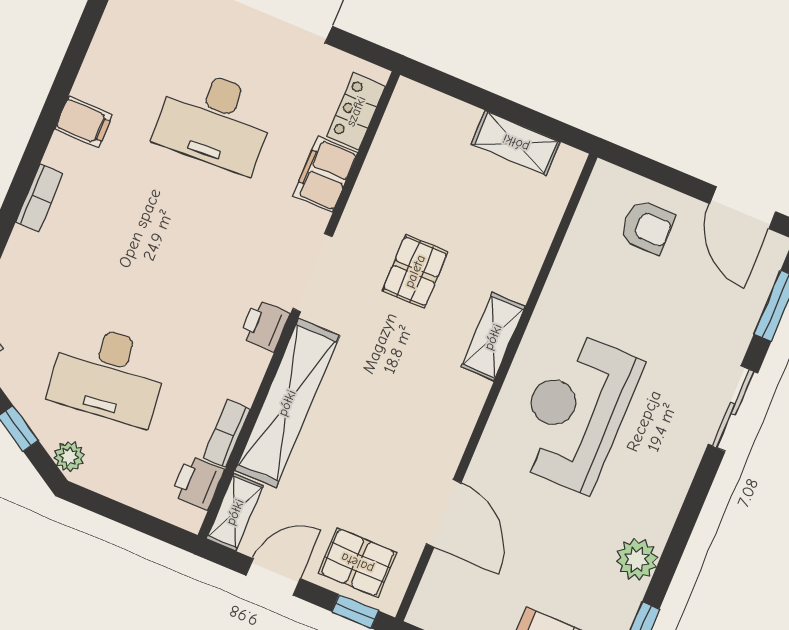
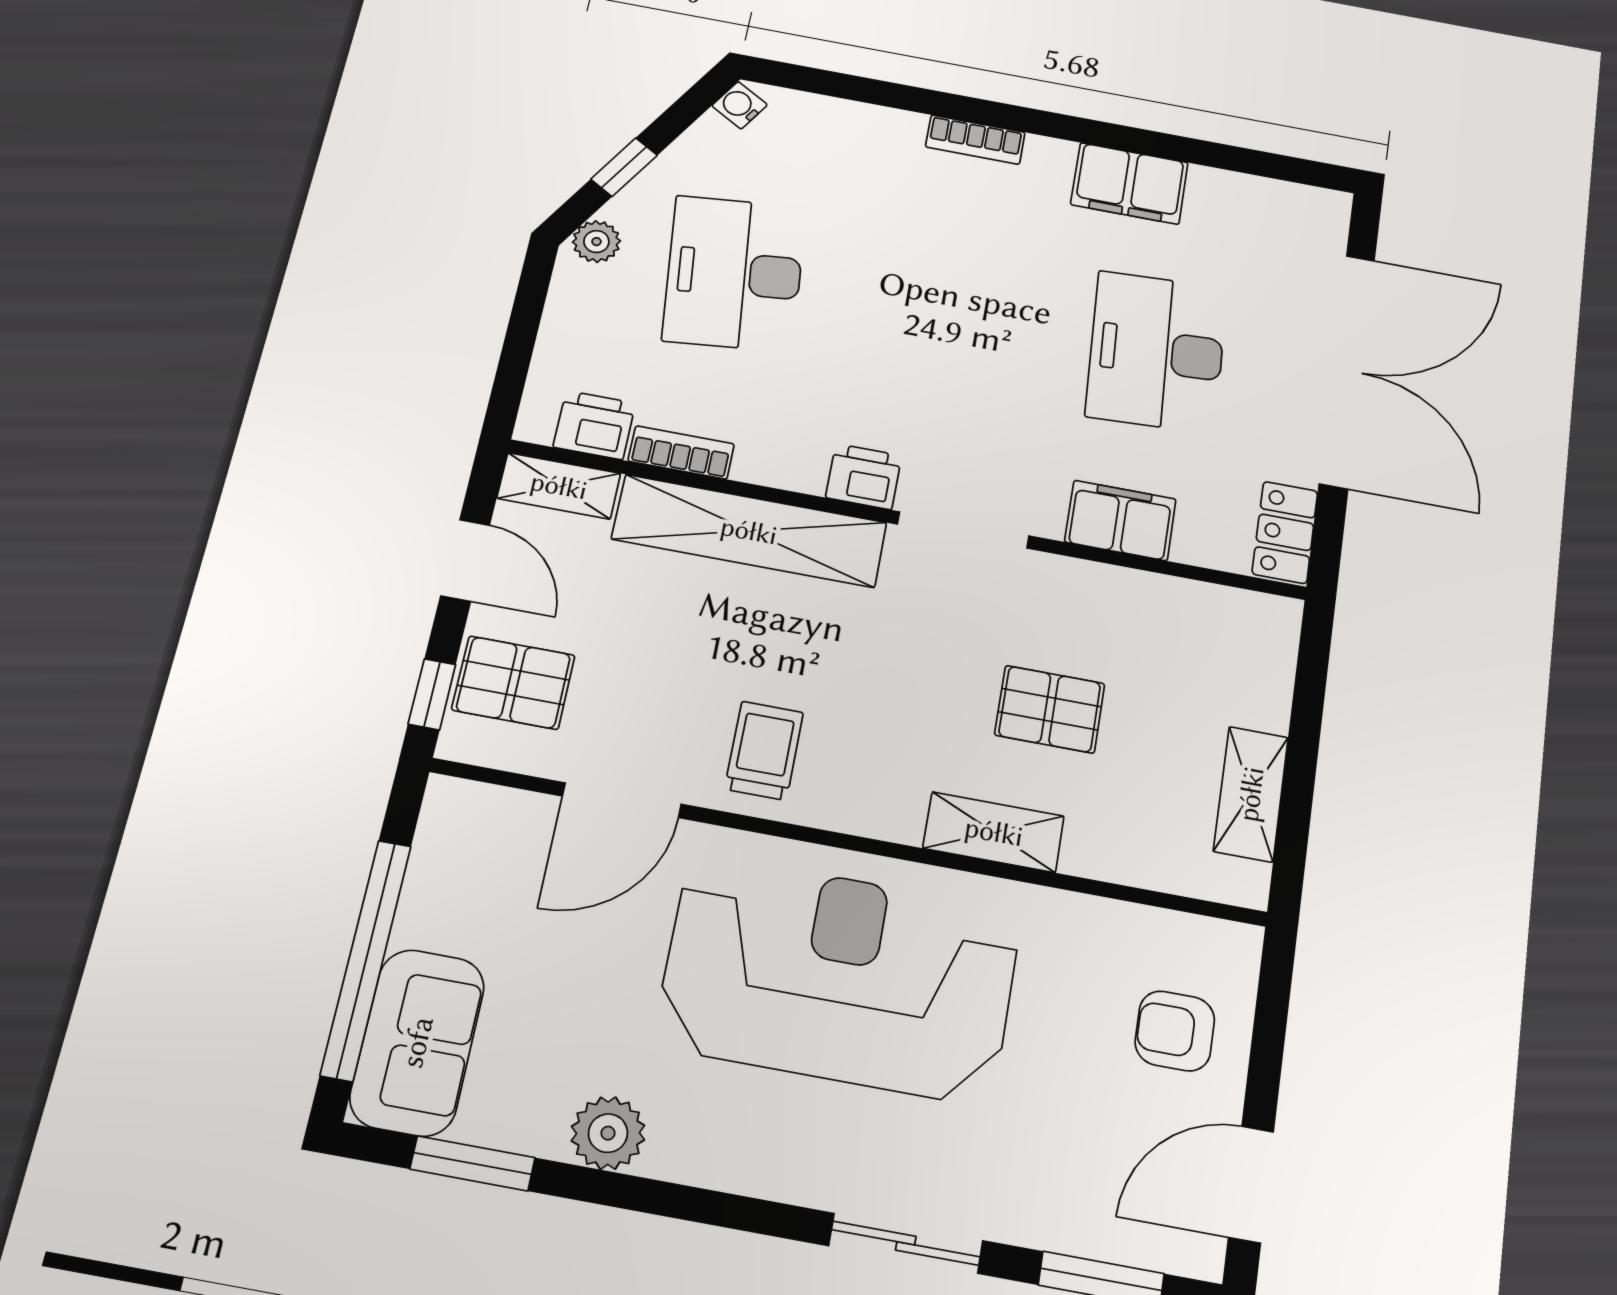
locker: (356, 111) -> (1285, 532), moved, turned -90
filing cabinet: (84, 122) -> (1129, 183), width x2.00
armchair: (647, 227) -> (1175, 1031), turned 90
pallet: (415, 271) -> (1050, 709), moved
shelving: (493, 337) -> (994, 832), moved
reception desk: (576, 411) -> (839, 978), width x1.36, depth x1.30
trolley: (430, 424) -> (764, 751), added
pallet: (357, 563) -> (513, 683), turned 90

